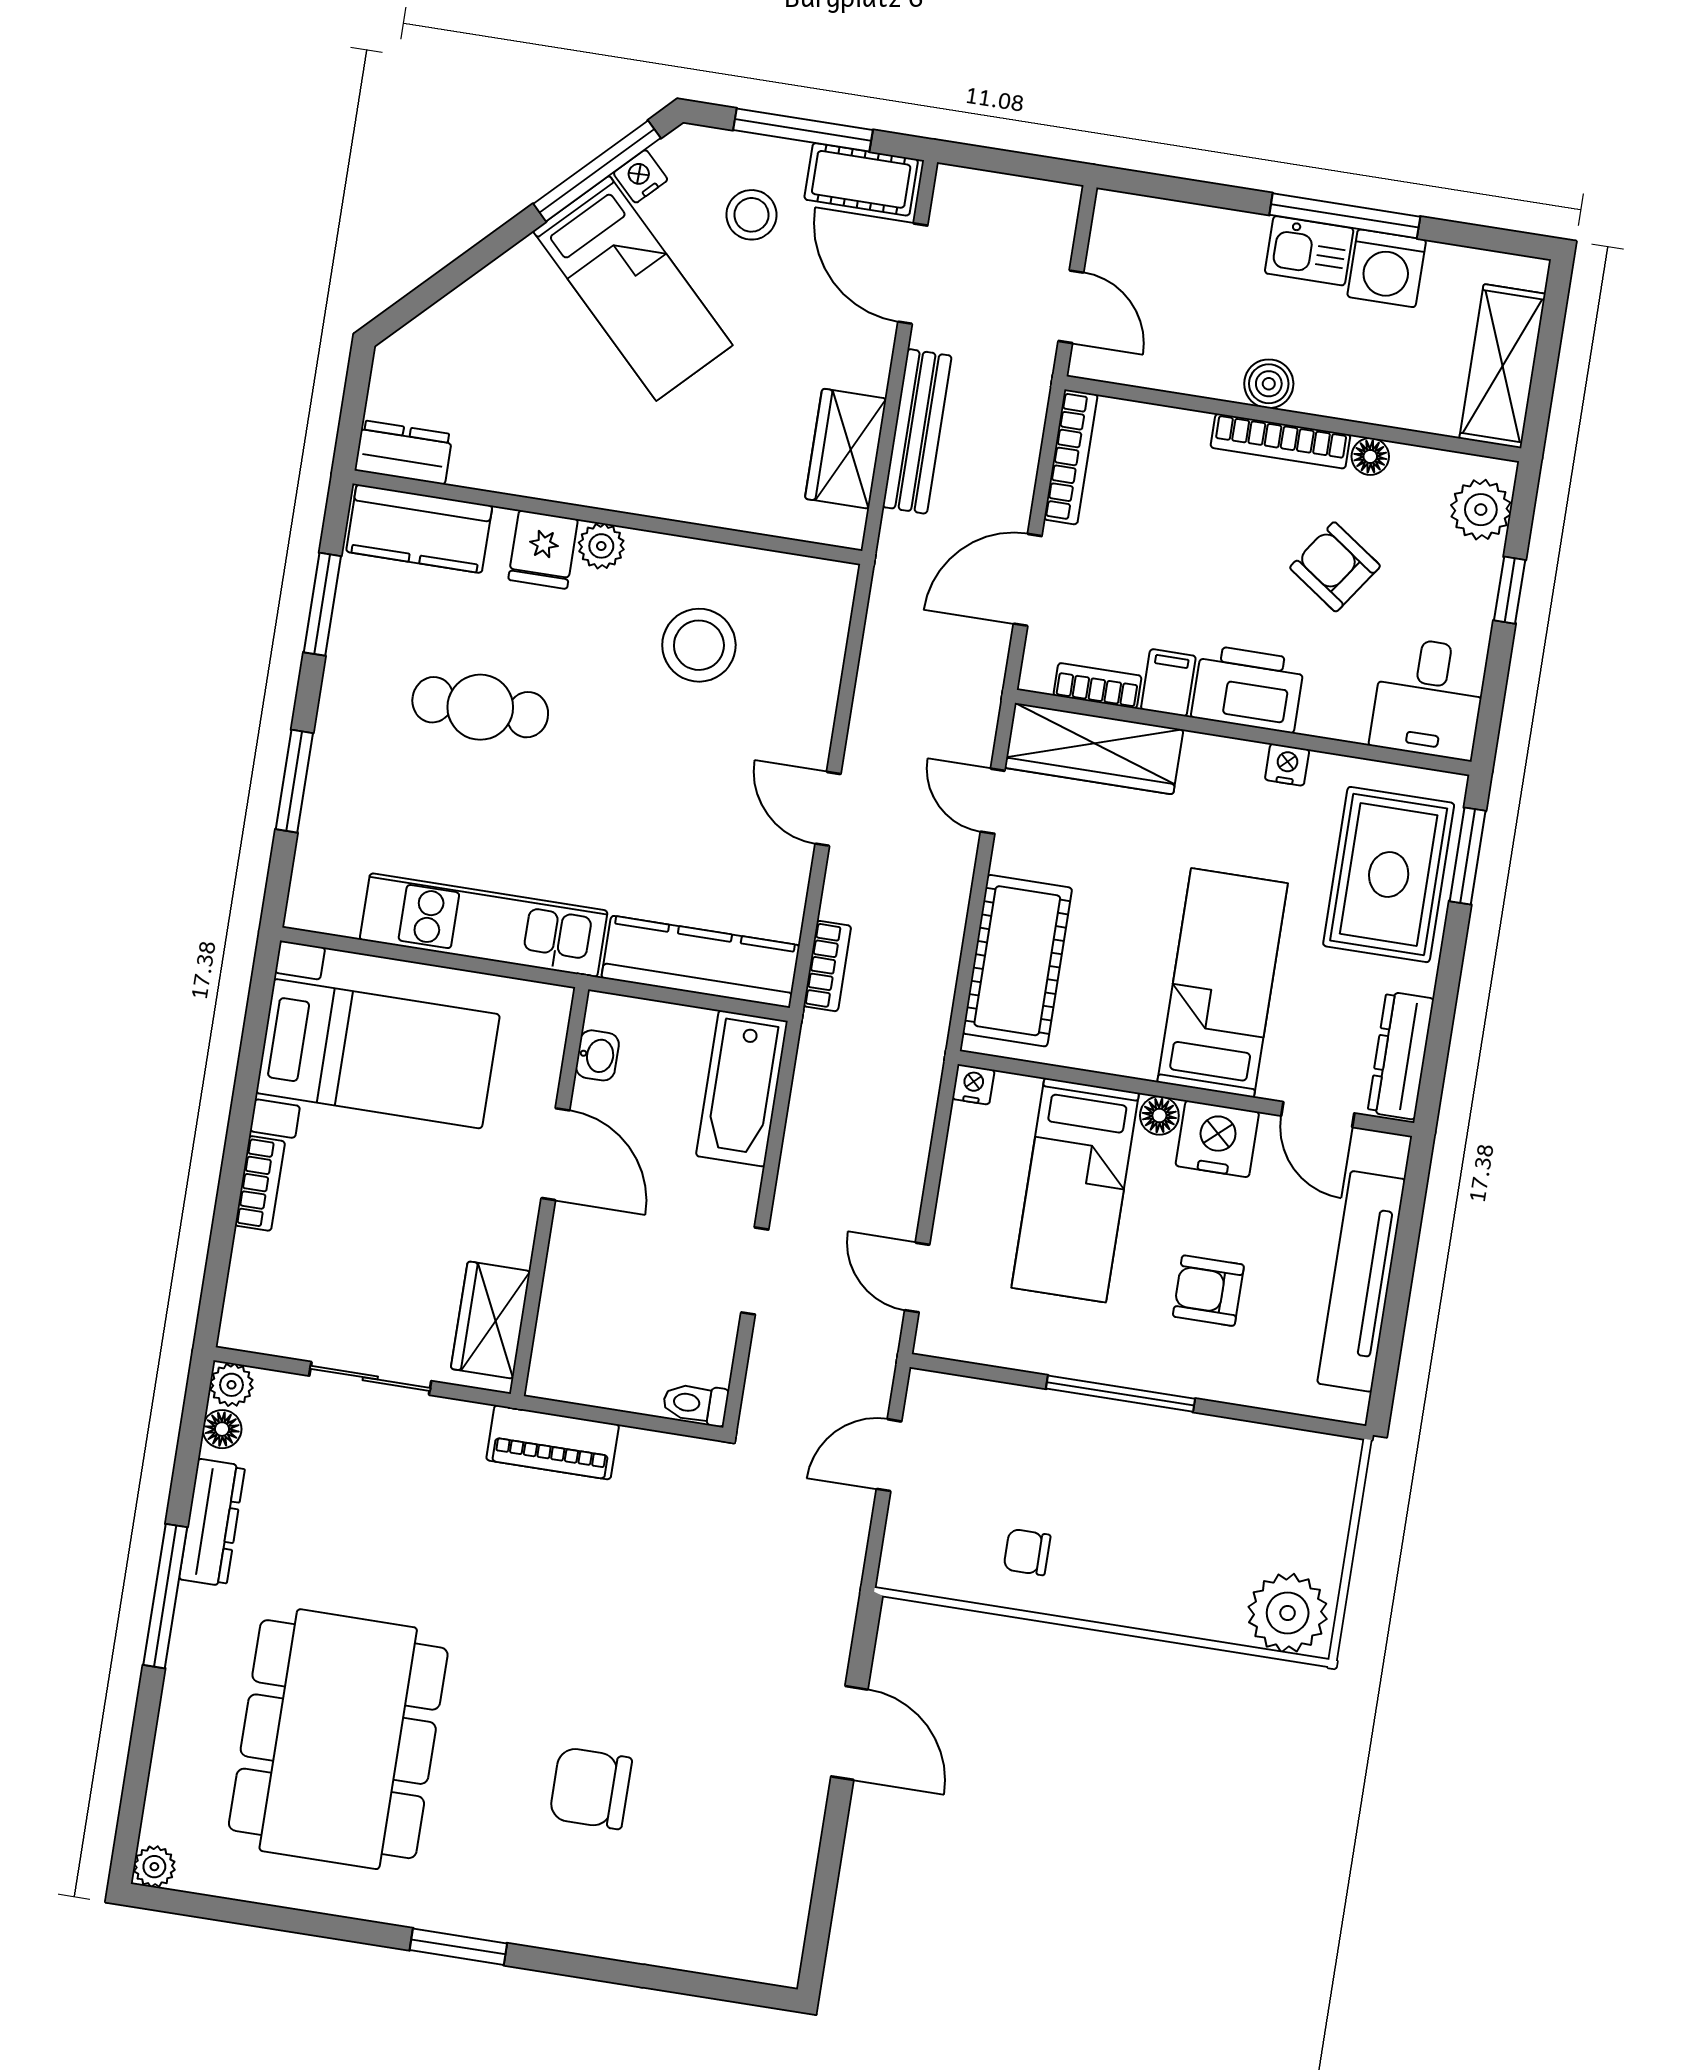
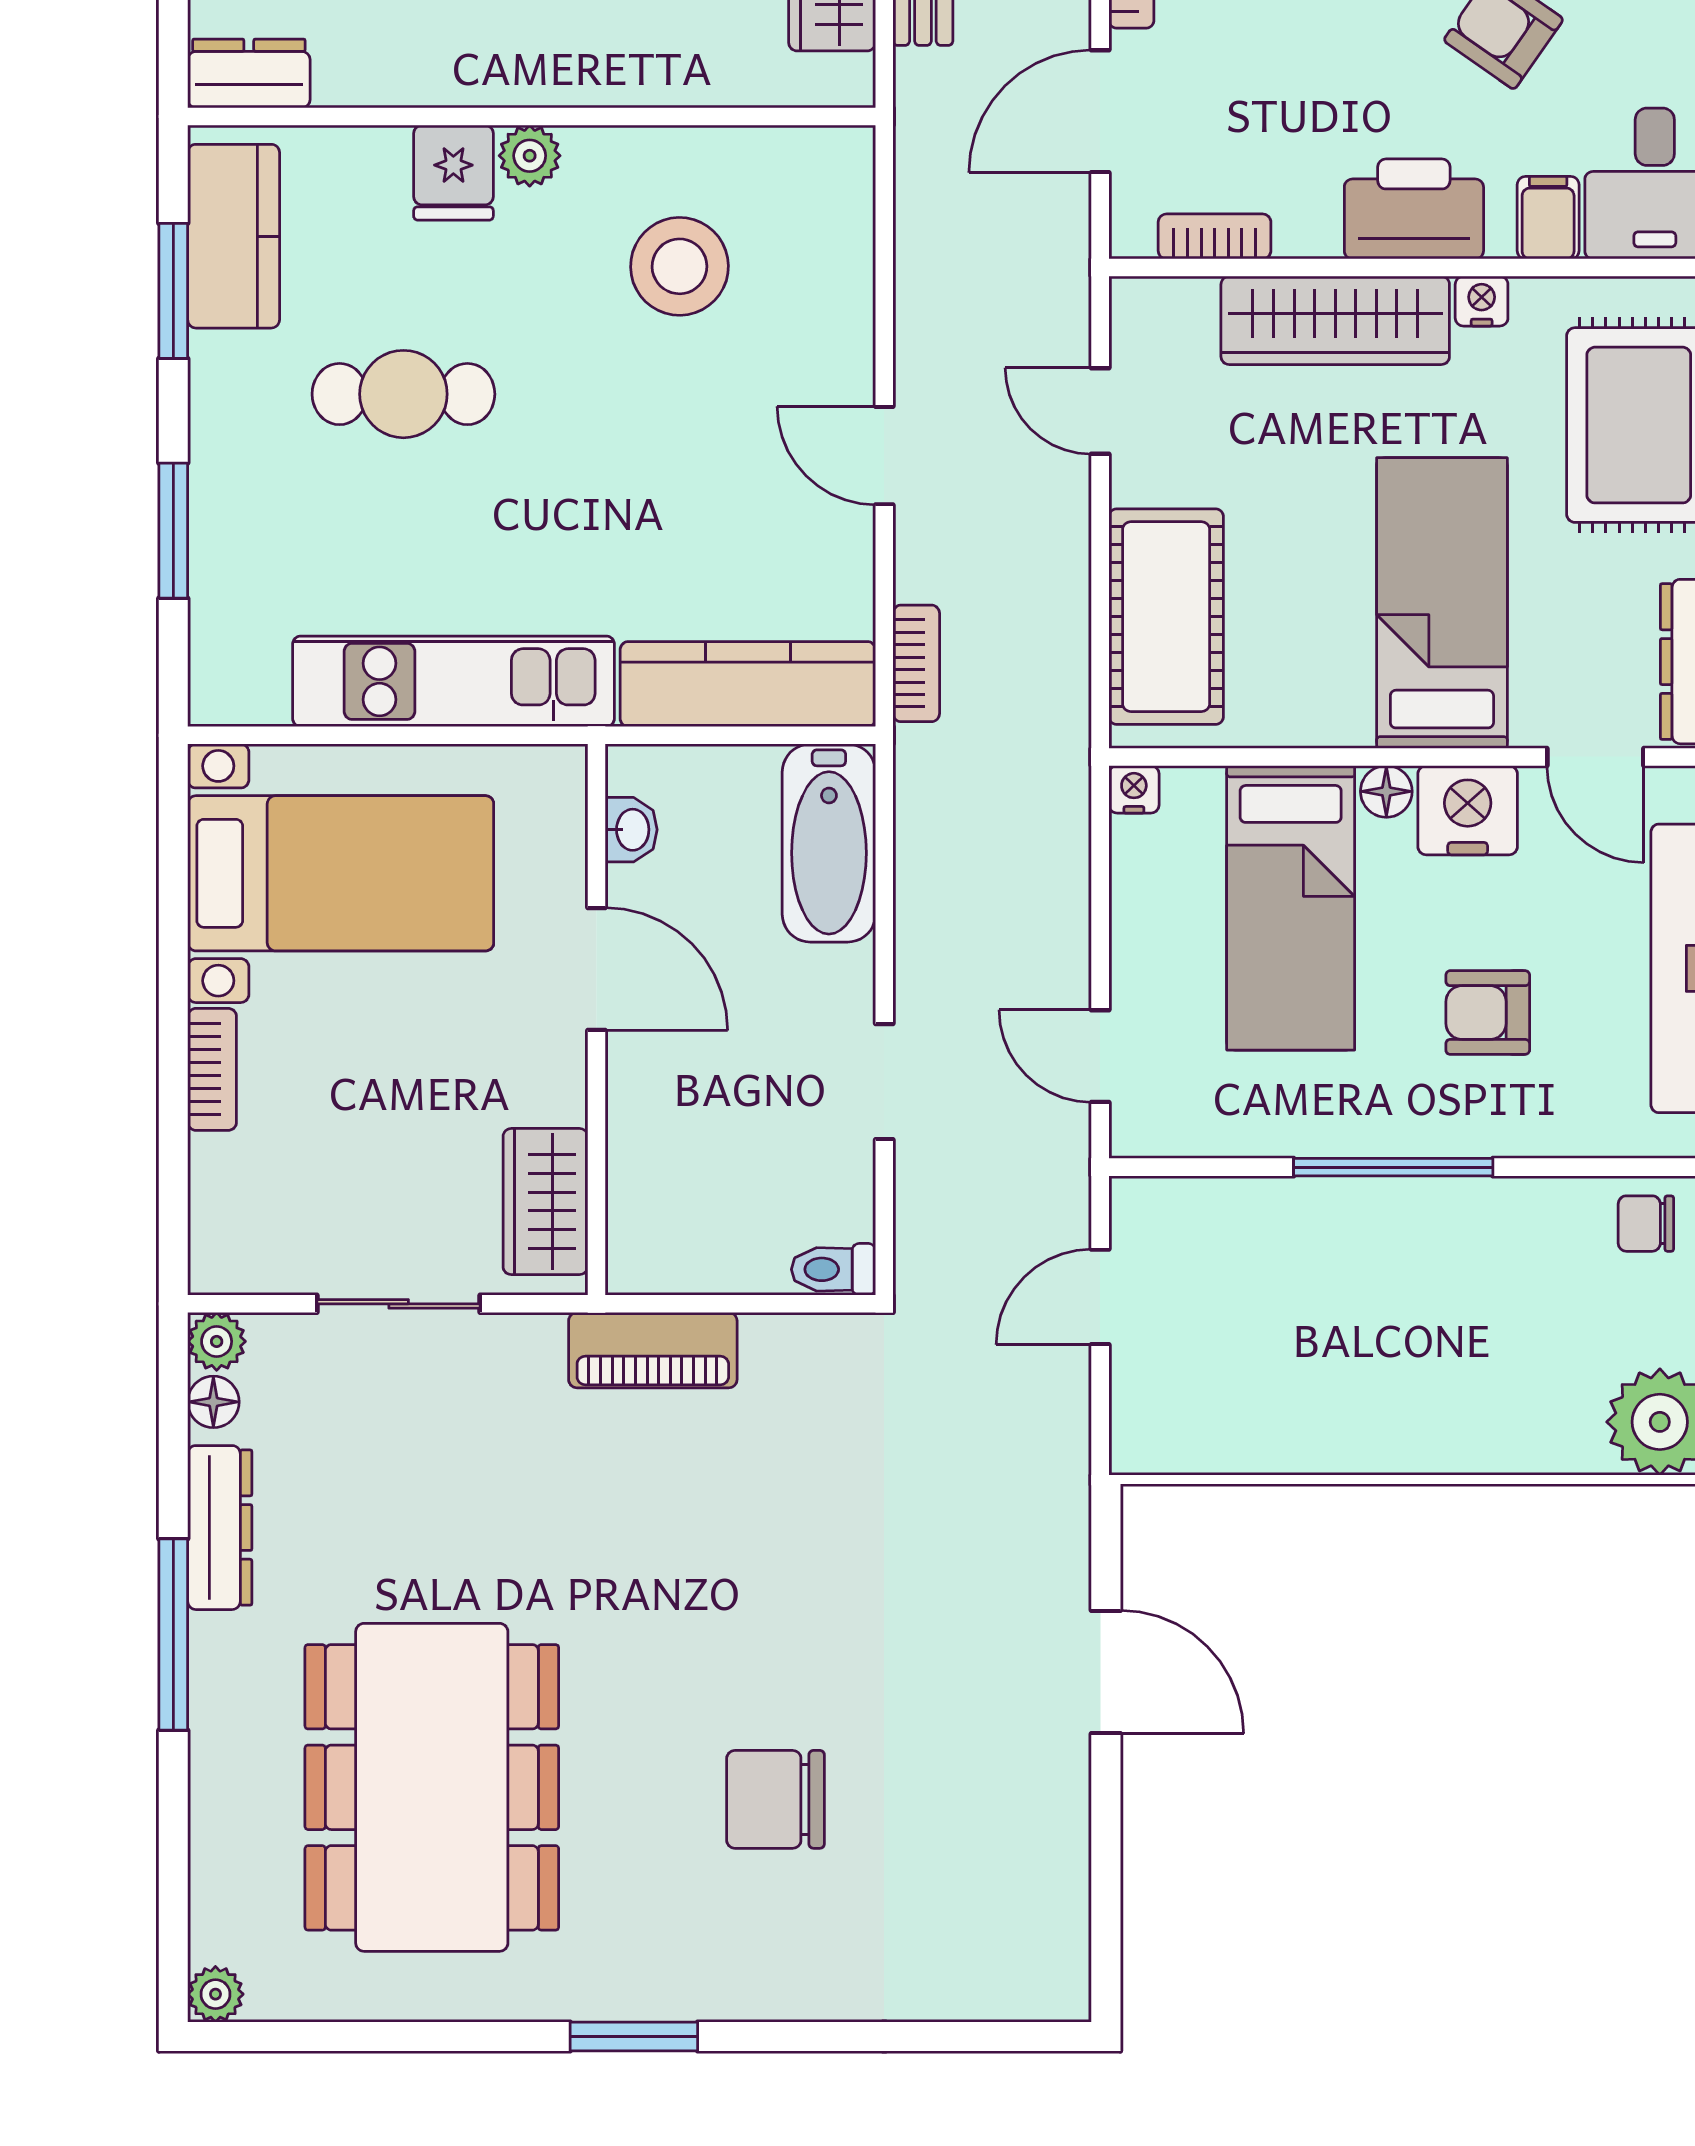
kitchen counter: (419, 529) -> (234, 236), moved, turned -90
filing cabinet: (1168, 683) -> (1548, 218), moved
wardrobe: (1094, 749) -> (1335, 320), moved
chair: (1027, 1552) -> (1646, 1224), moved

